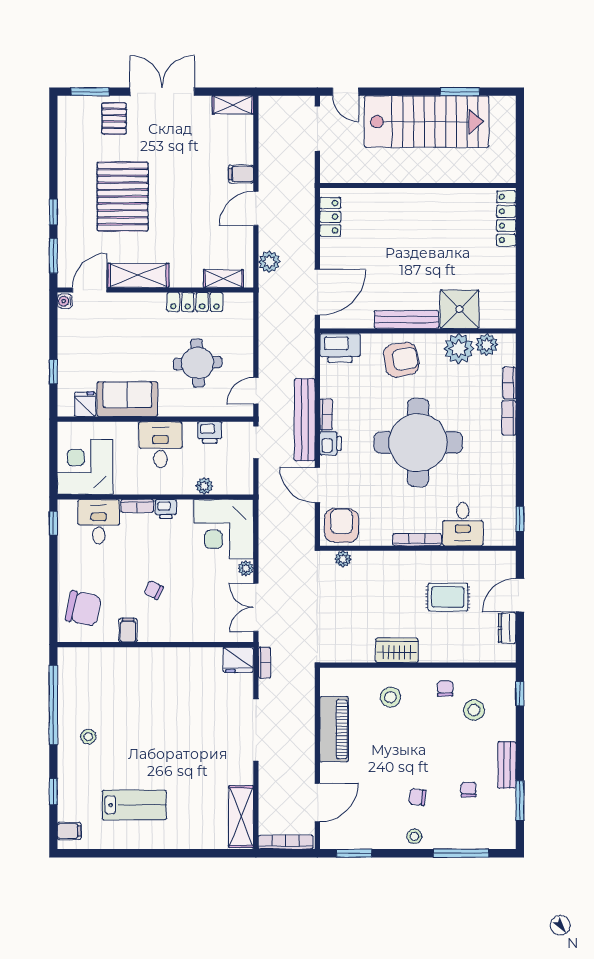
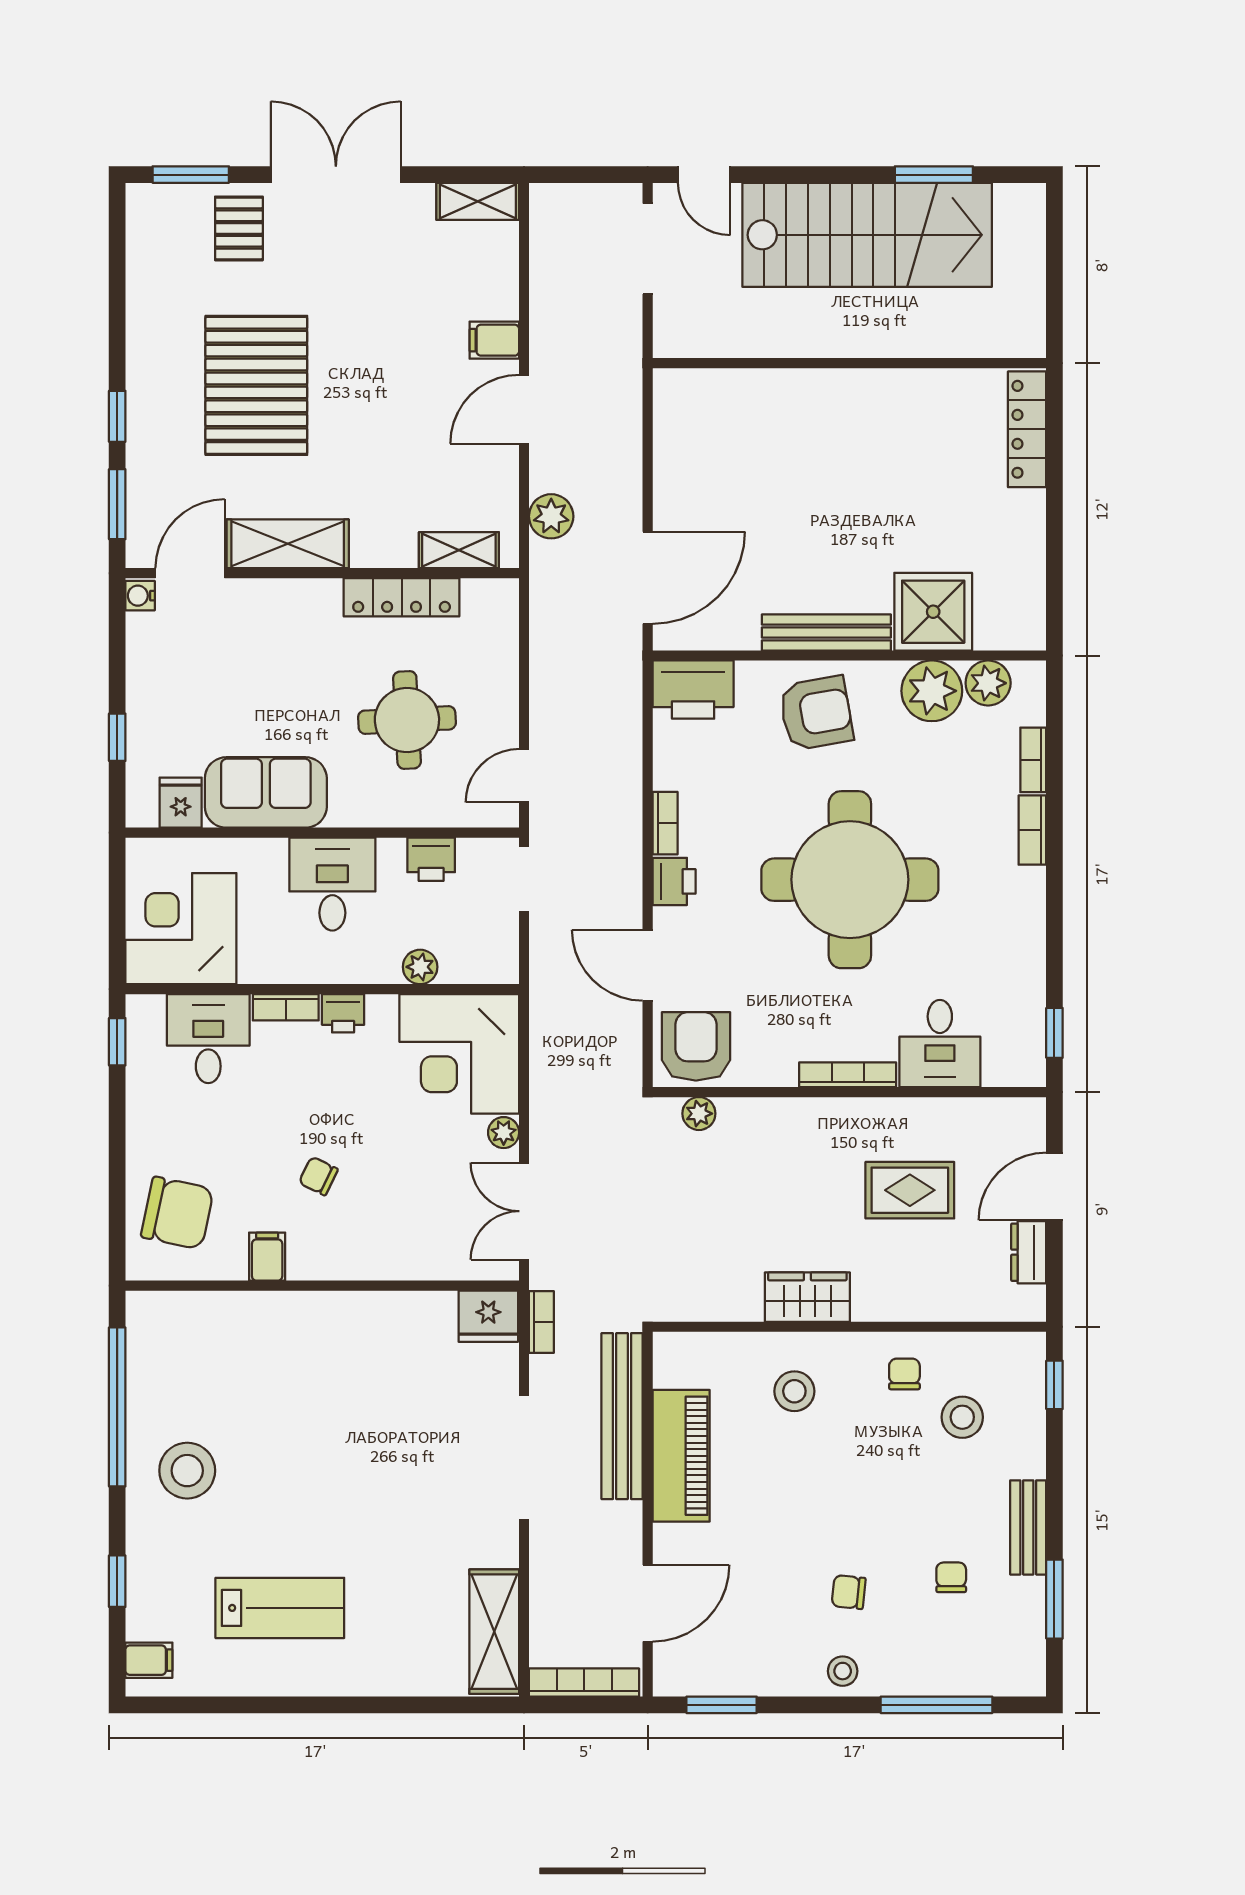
locker: (330, 217) -> (673, 426), removed
bench: (305, 420) -> (622, 1416), moved
stool: (88, 737) -> (187, 1471), width x1.89, depth x1.89

